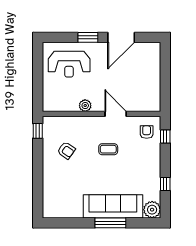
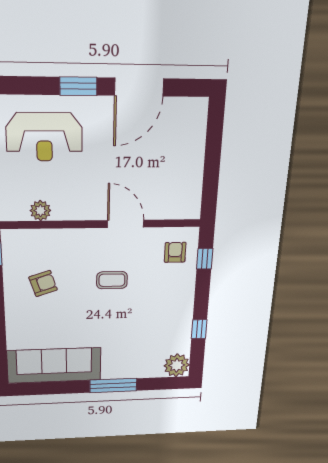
plant: (85, 106) -> (40, 211), moved
armchair: (66, 150) -> (43, 283), turned -53
sofa: (113, 206) -> (54, 365), moved

